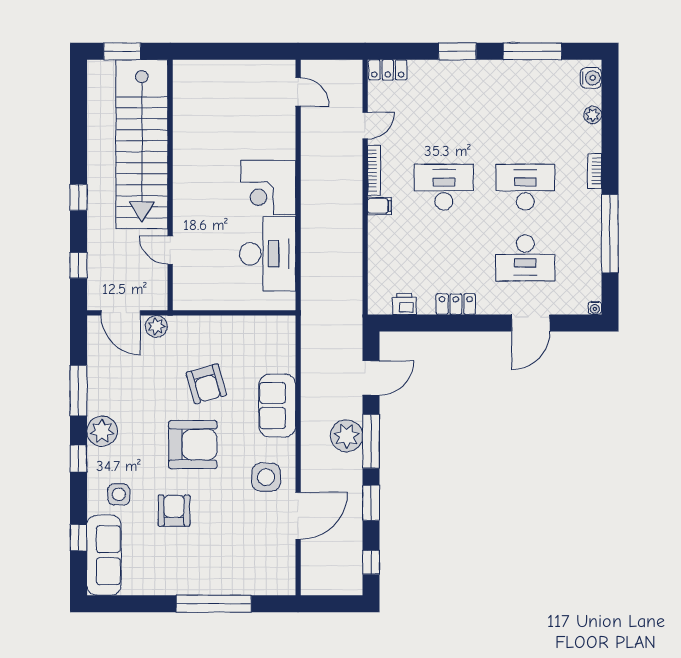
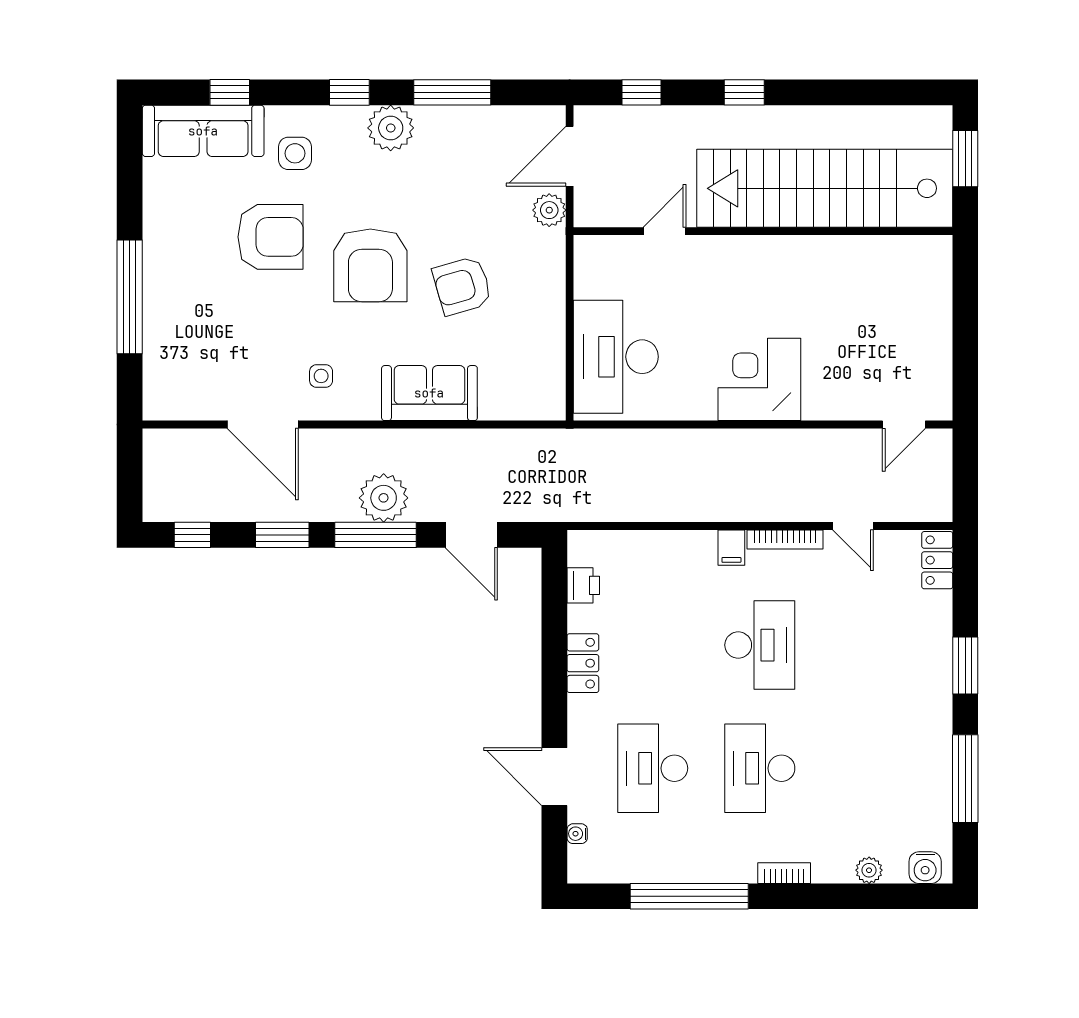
desk: (525, 187) -> (760, 768), turned 180
desk: (268, 254) -> (616, 357), moved, turned 90
water cooler: (595, 308) -> (577, 834), moved
side table: (266, 477) -> (321, 376), width x0.54, depth x0.54
armchair: (174, 511) -> (270, 237), width x1.36, depth x1.36

